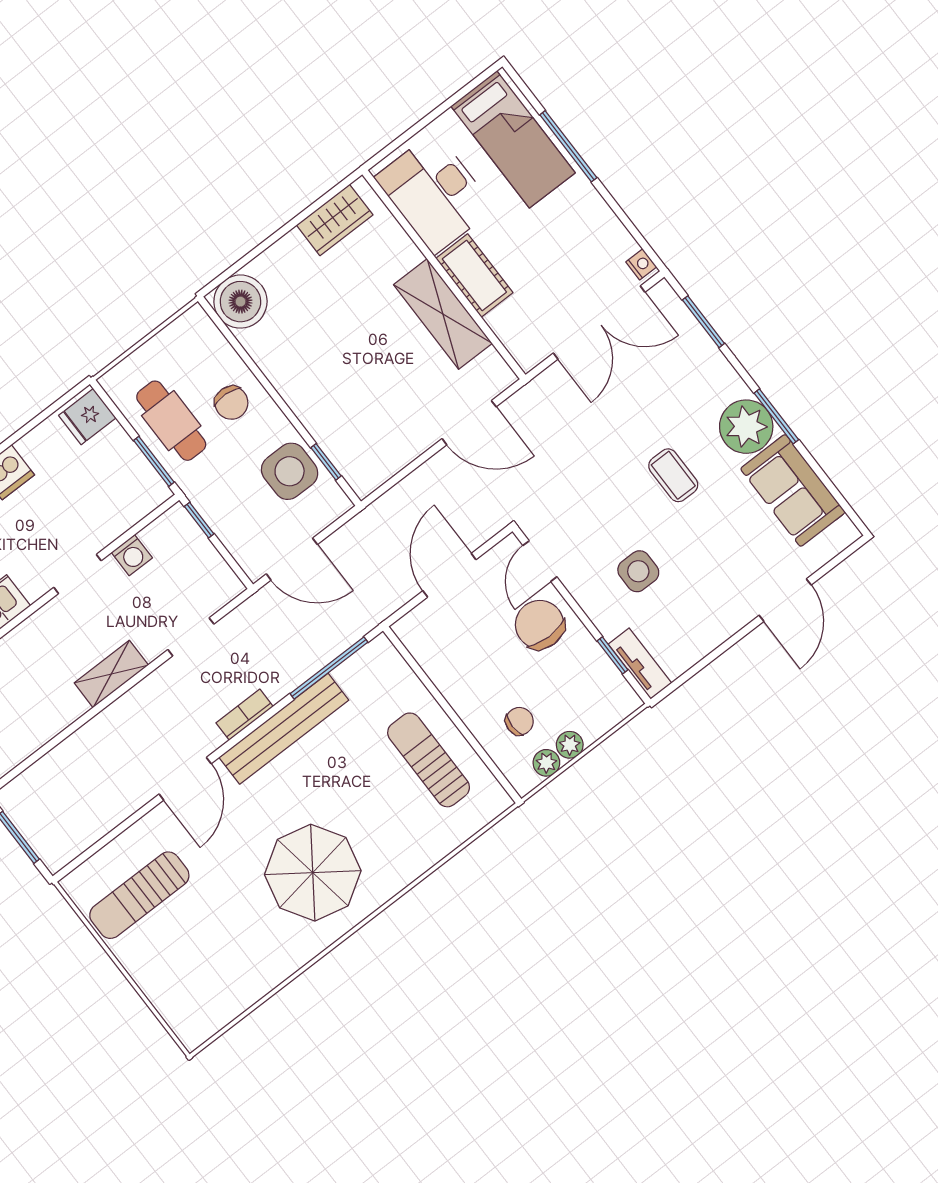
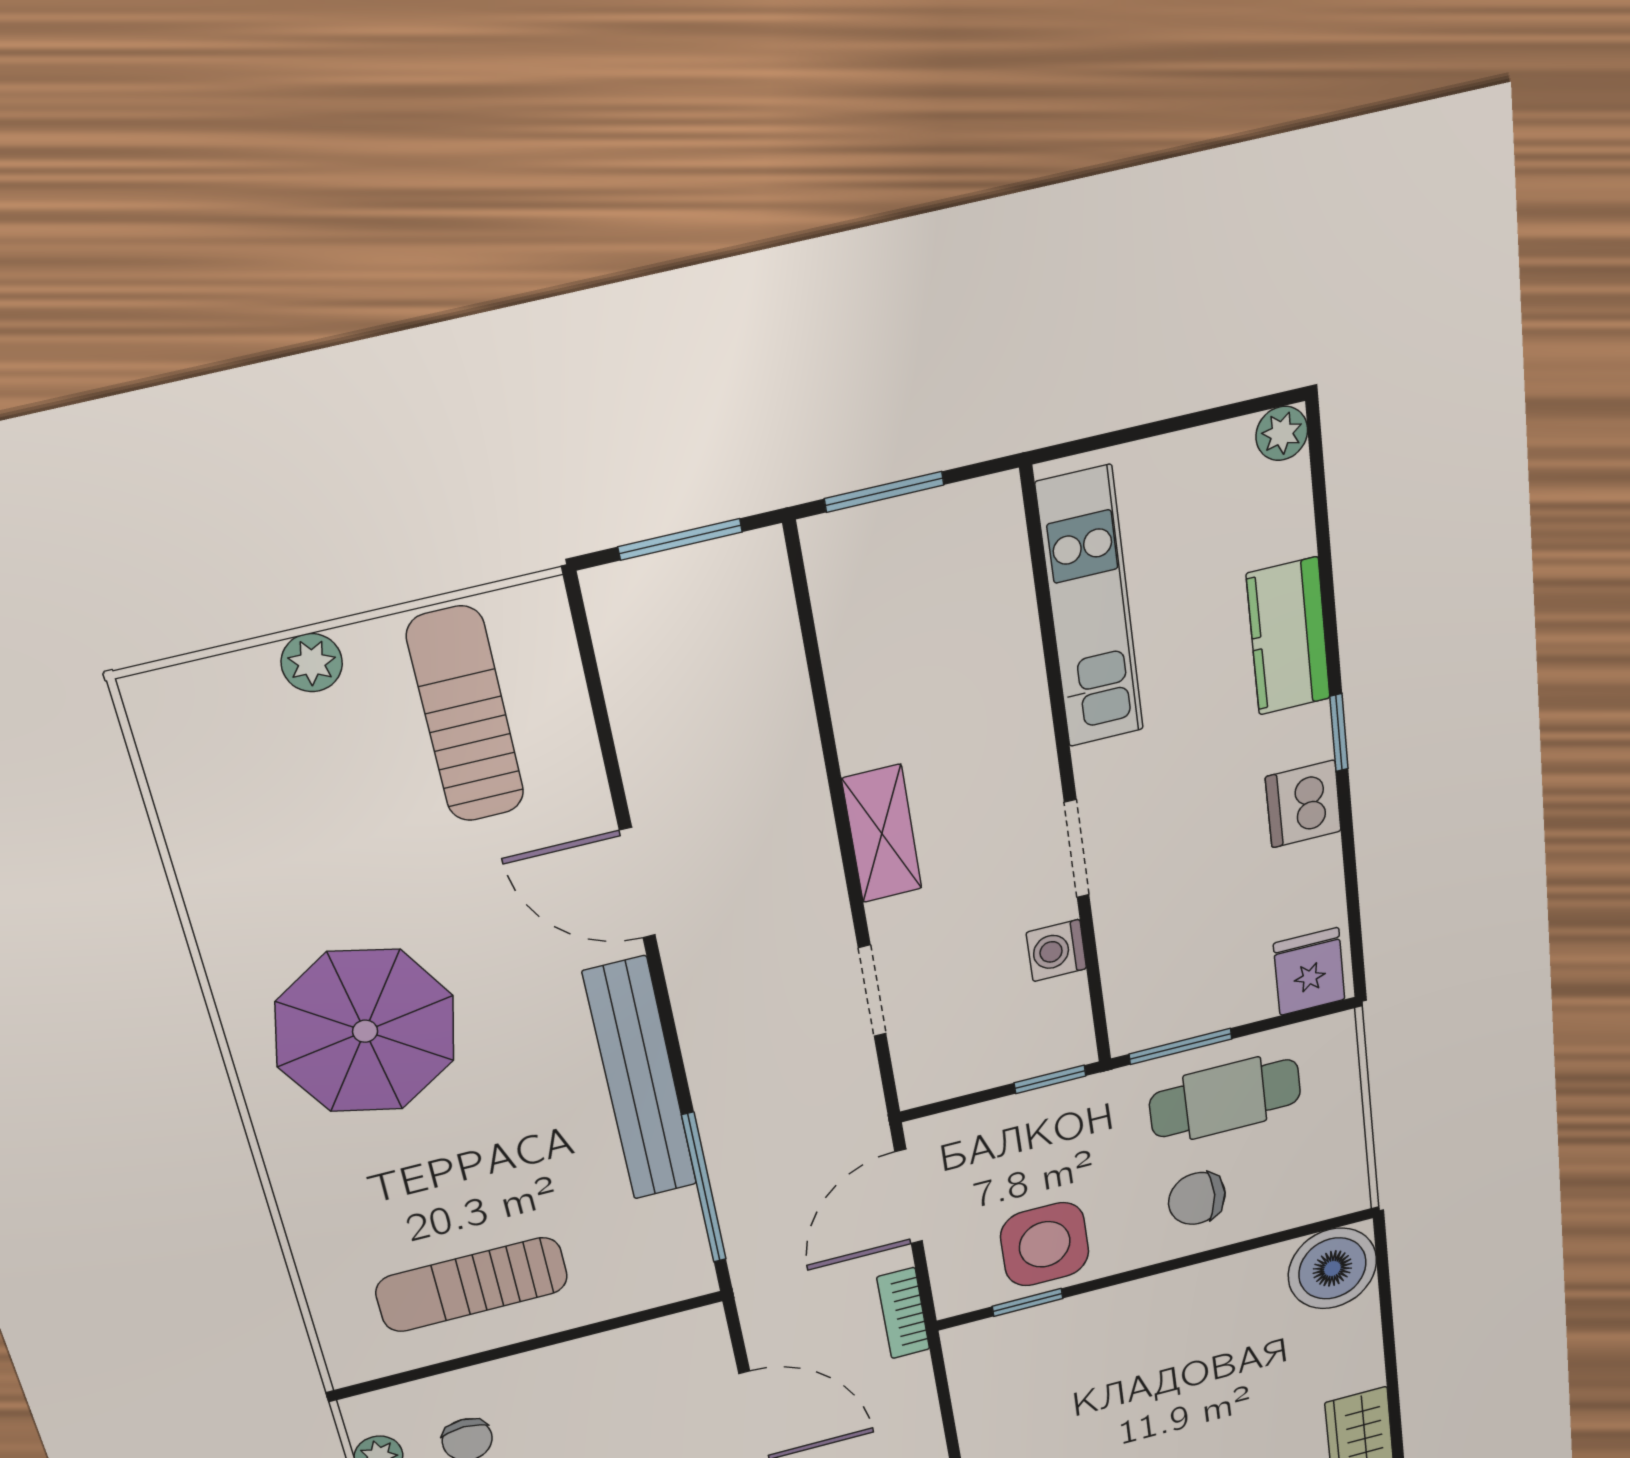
bookcase: (245, 715) -> (903, 1313), moved, turned 180
sun lounger: (429, 760) -> (472, 1285), turned 180
plant: (145, 973) -> (312, 663), added

